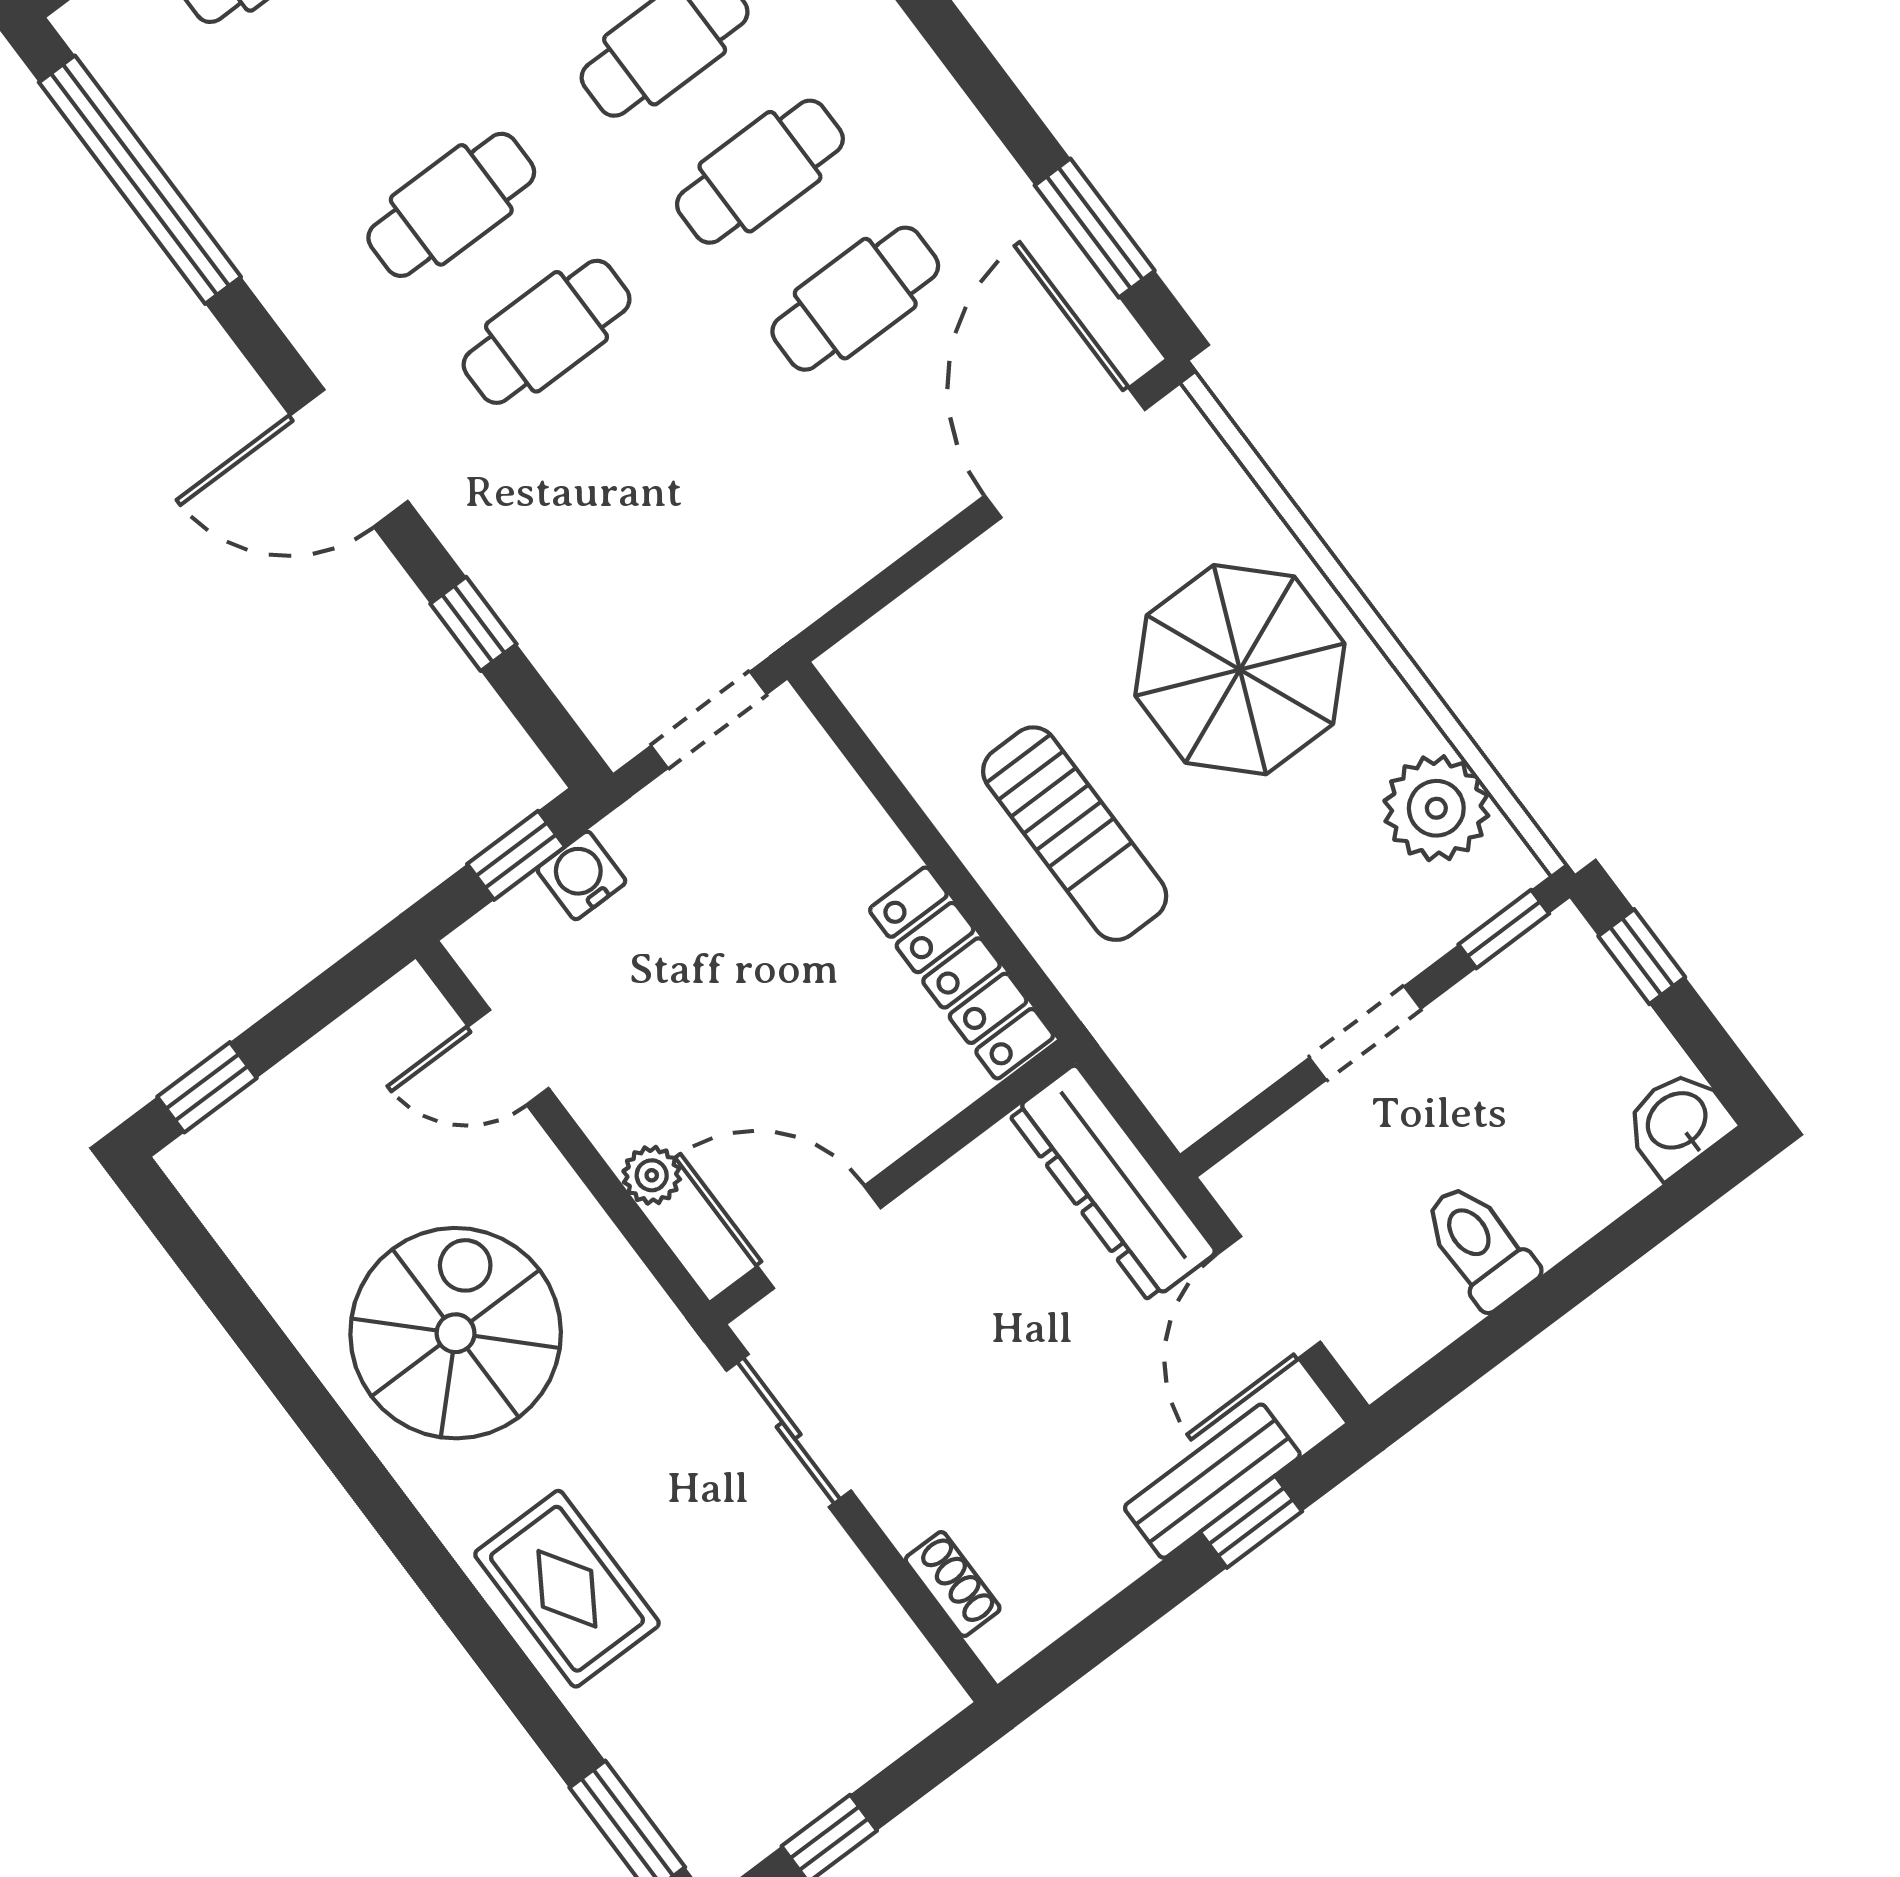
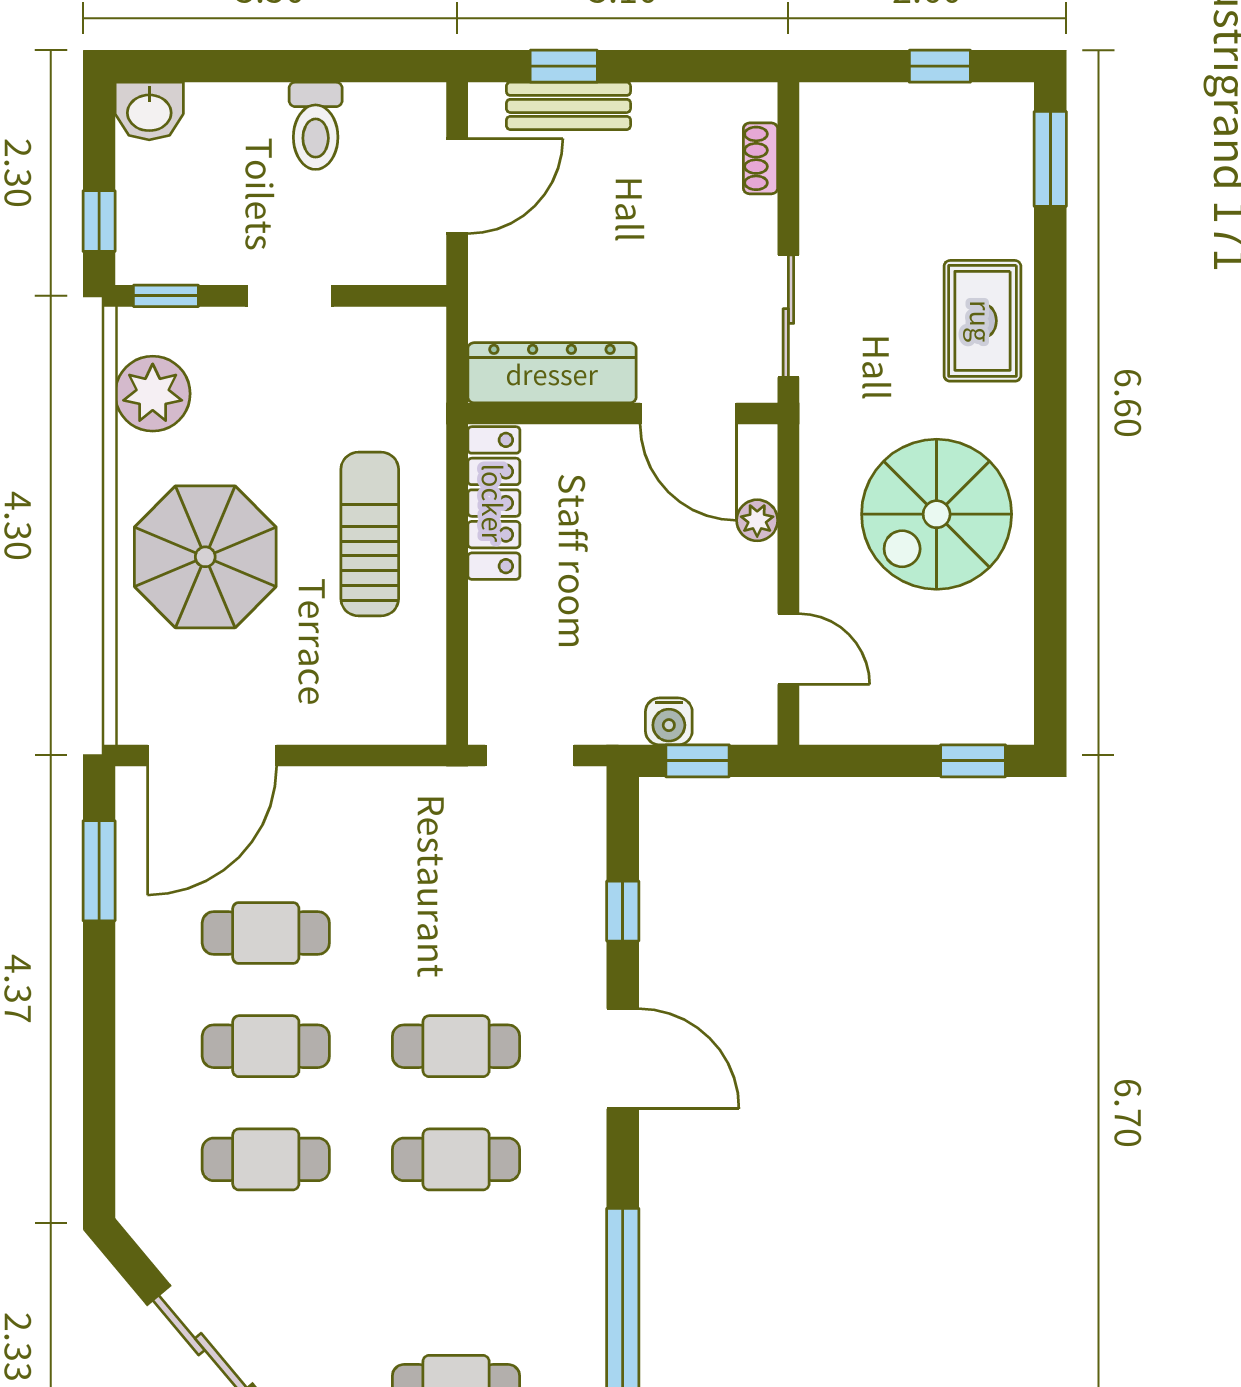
dresser: (1112, 1183) -> (552, 373), moved, turned -90

